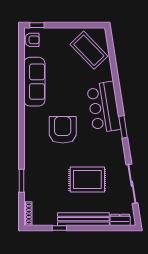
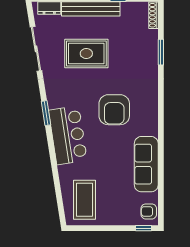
coffee table: (89, 50) -> (85, 200), turned 44

